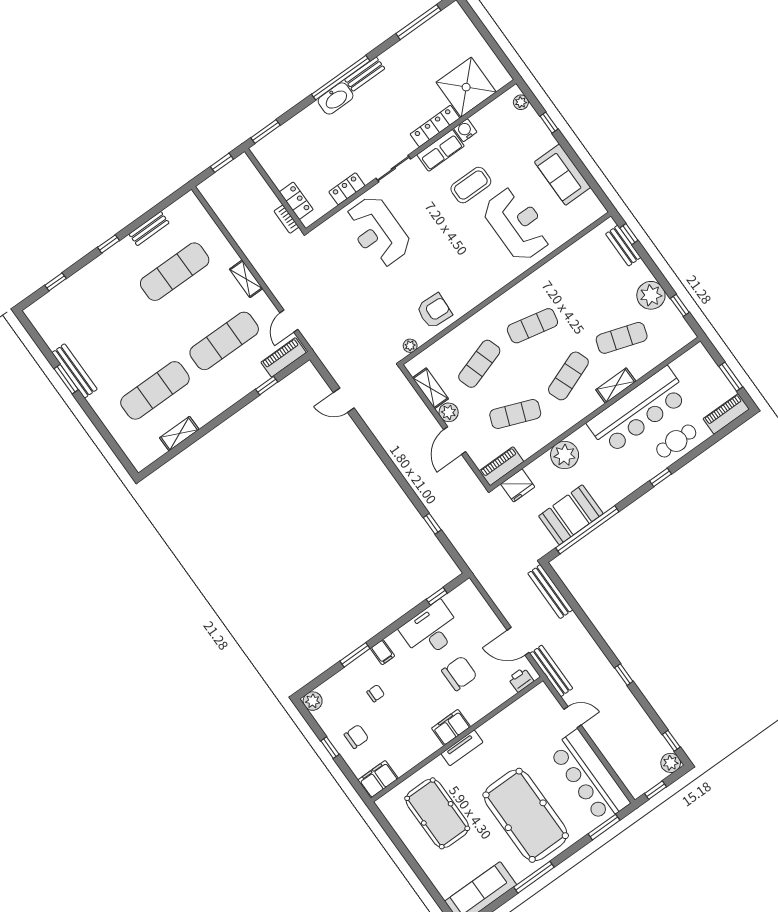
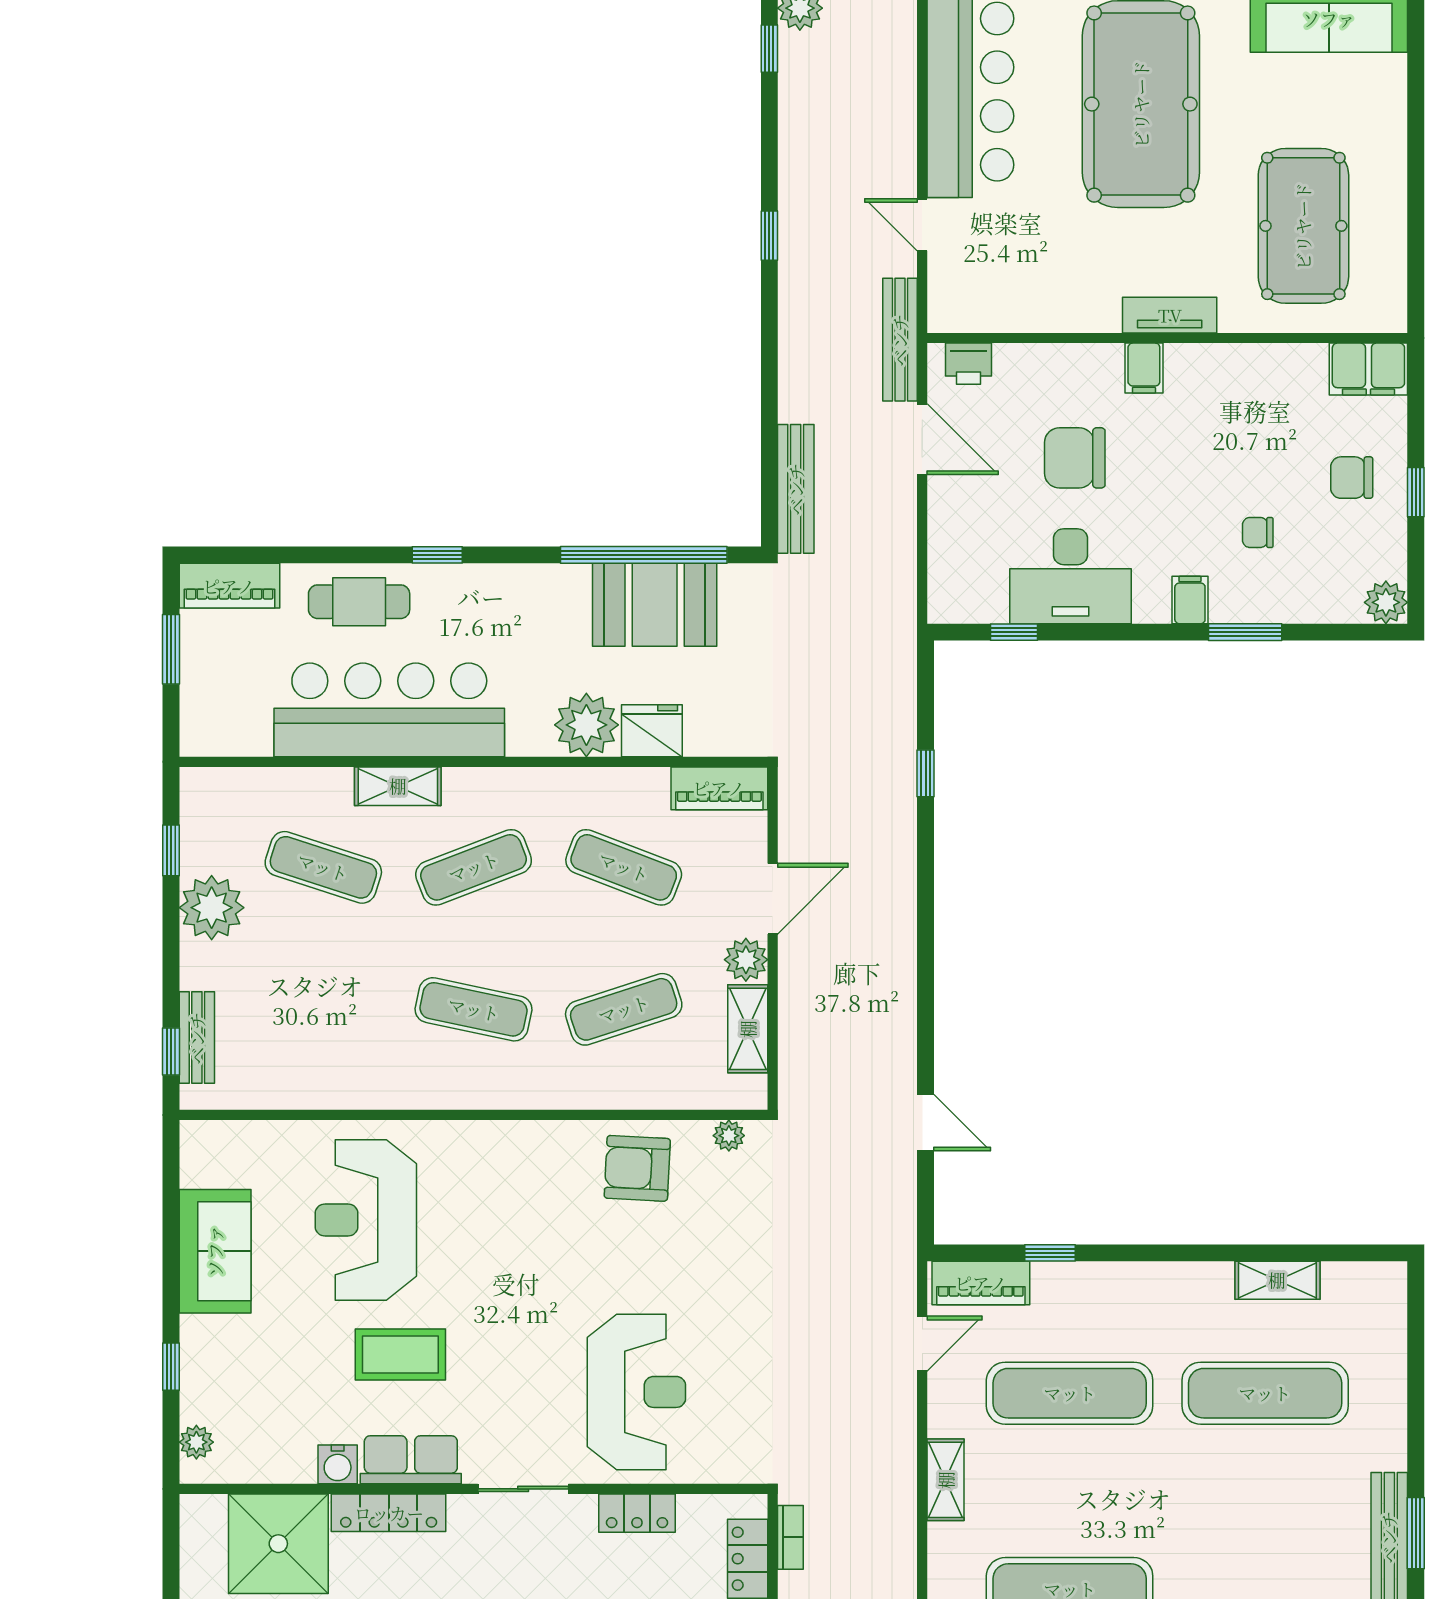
fridge: (518, 485) -> (652, 731), moved
filing cabinet: (451, 727) -> (1144, 368), width x0.50

